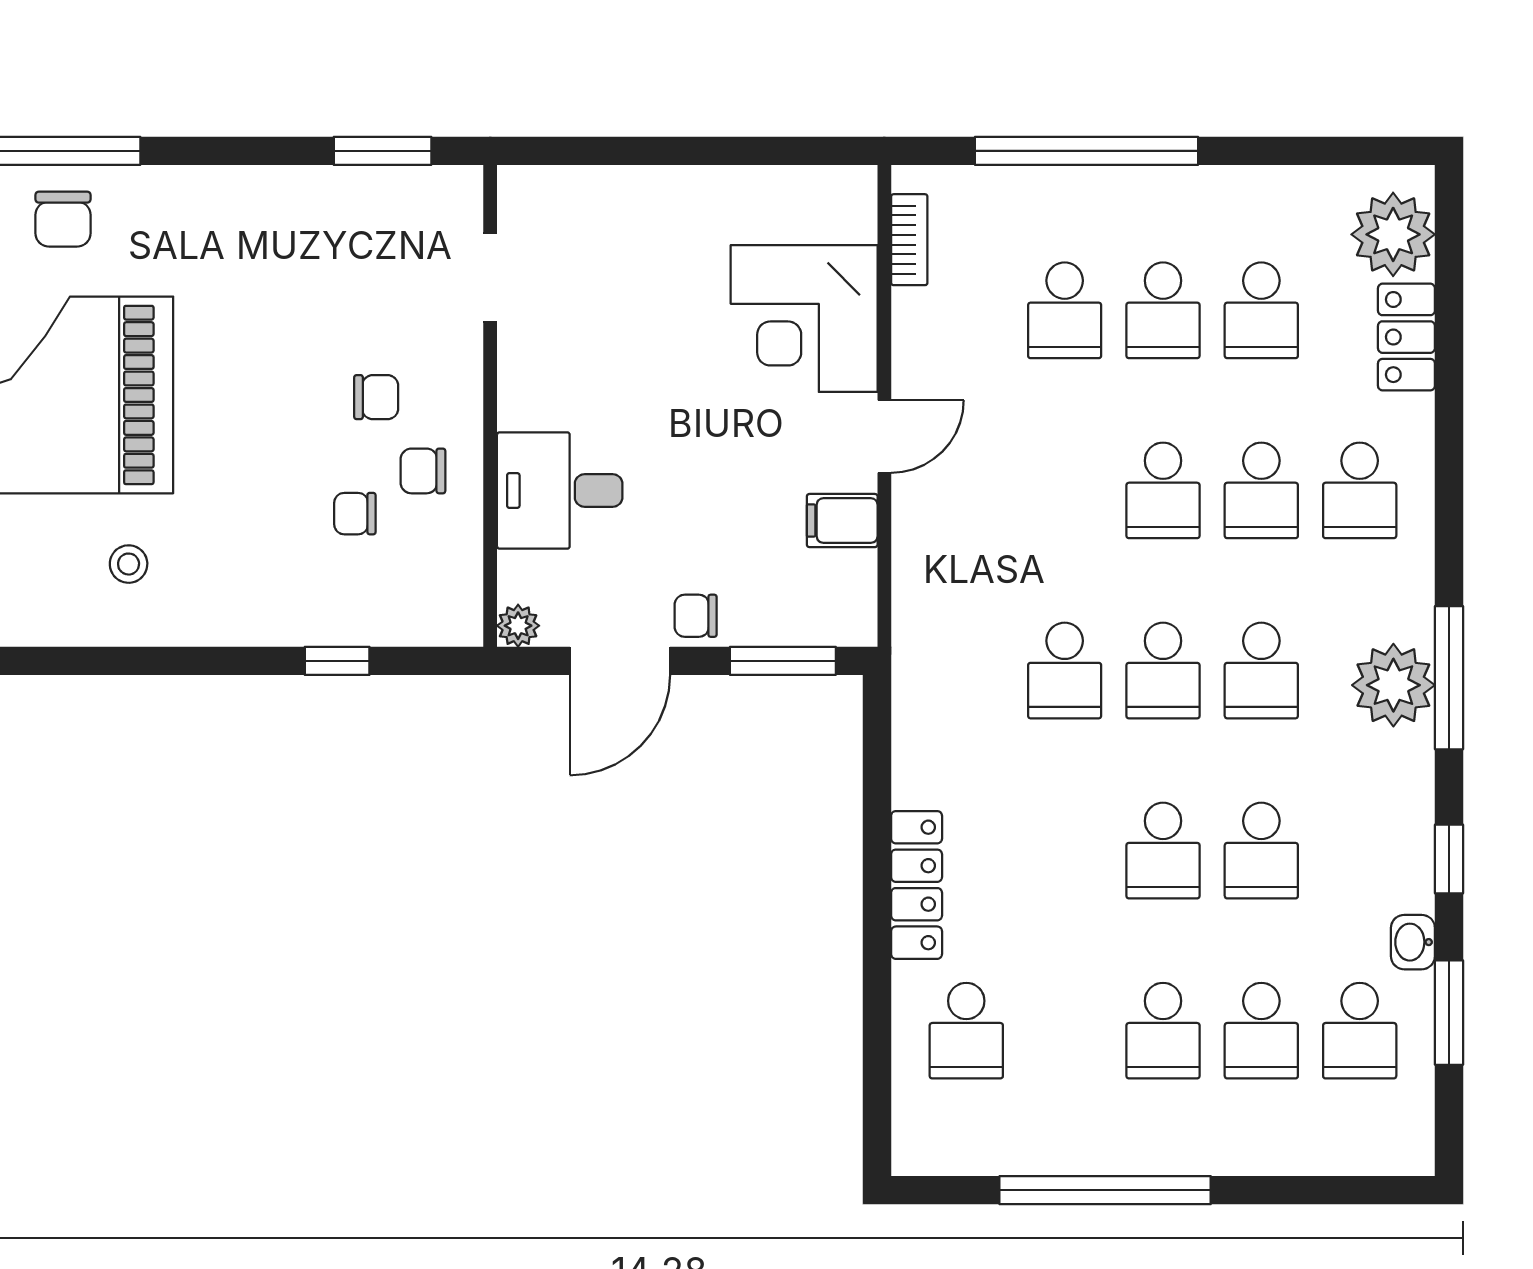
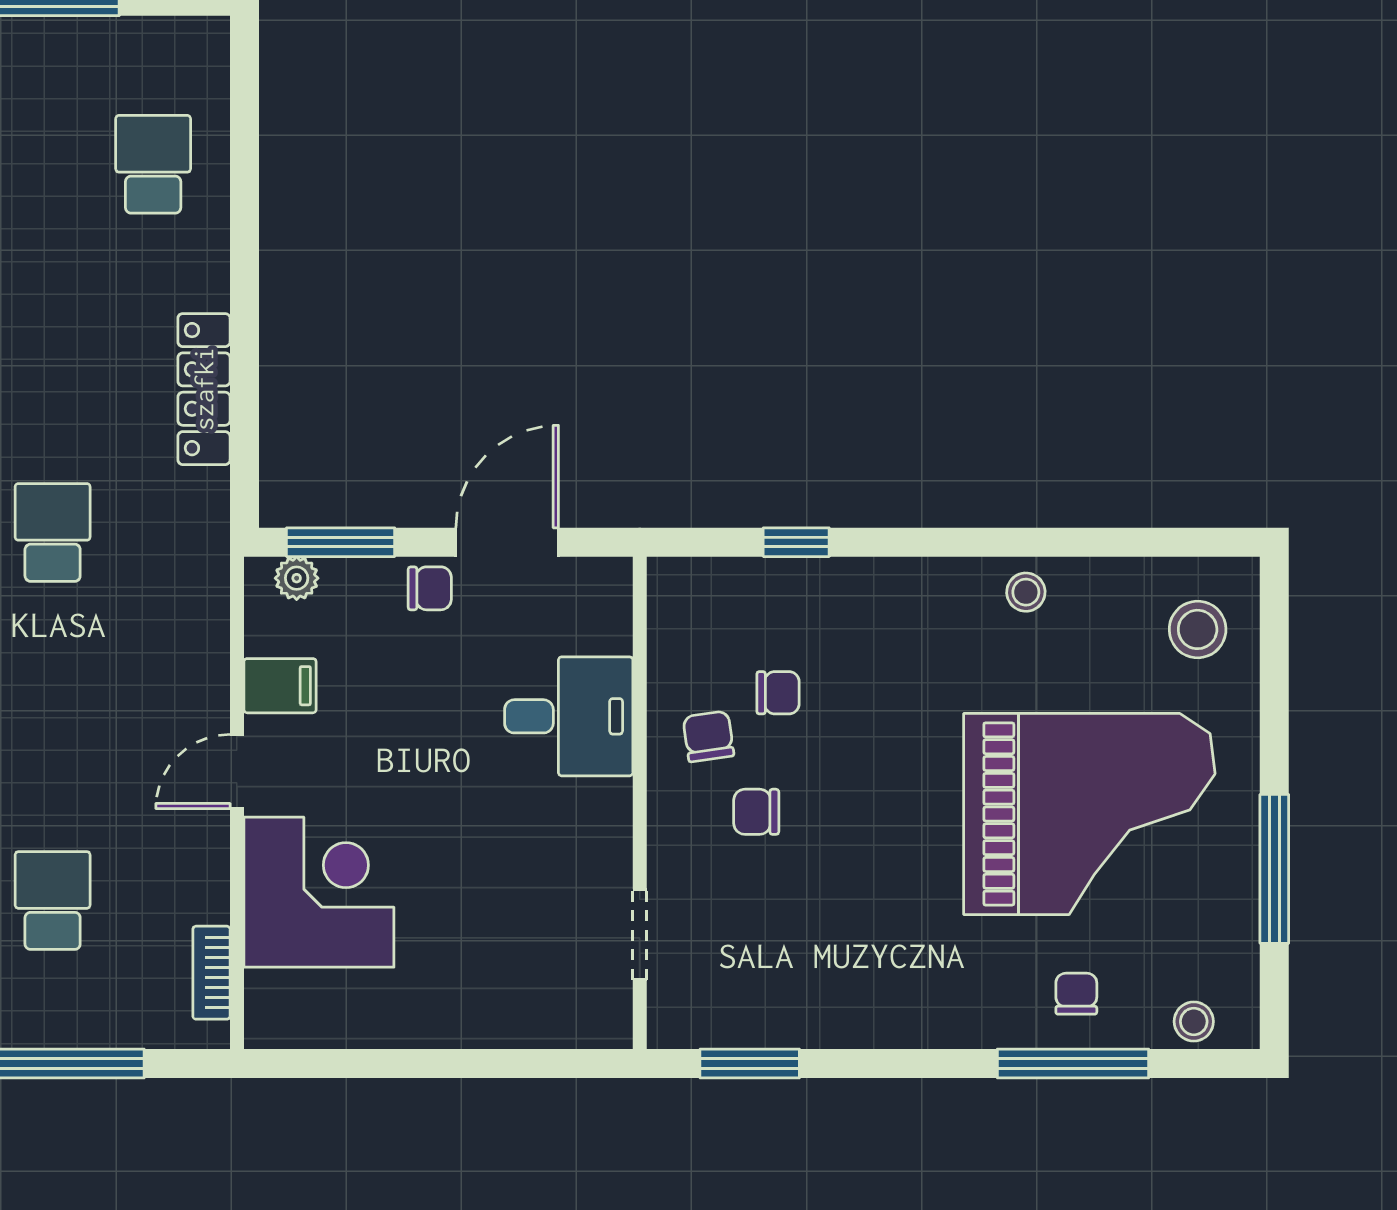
chair: (63, 219) -> (1076, 994), width x0.73, depth x0.73
chair: (423, 471) -> (708, 736), turned -98
stool: (129, 564) -> (1026, 592), moved
plant: (518, 626) -> (297, 578), moved
locker: (917, 885) -> (204, 389), moved

